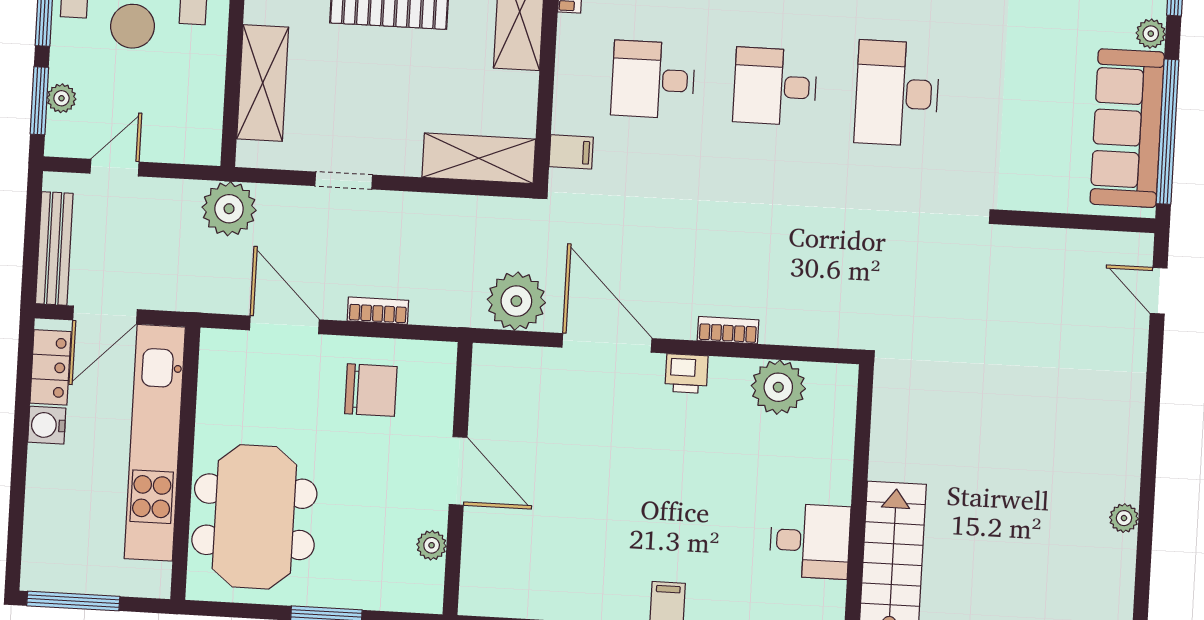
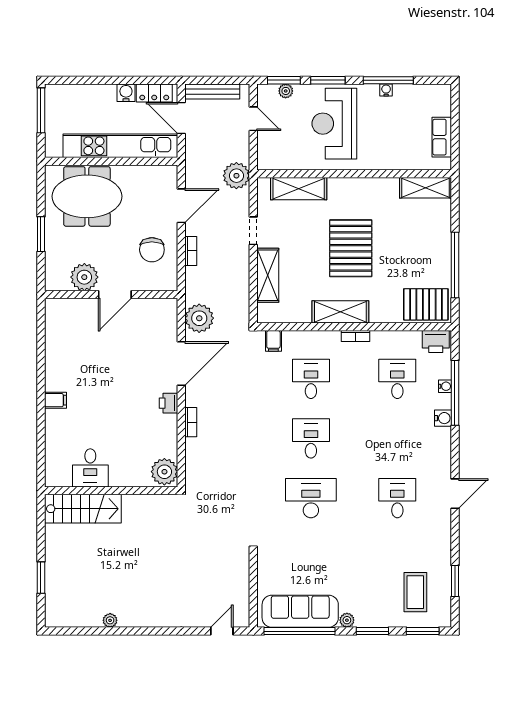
shelving: (479, 158) -> (268, 275), moved
plant: (778, 387) -> (164, 472), moved
plant: (432, 545) -> (84, 277), width x1.88, depth x1.88

